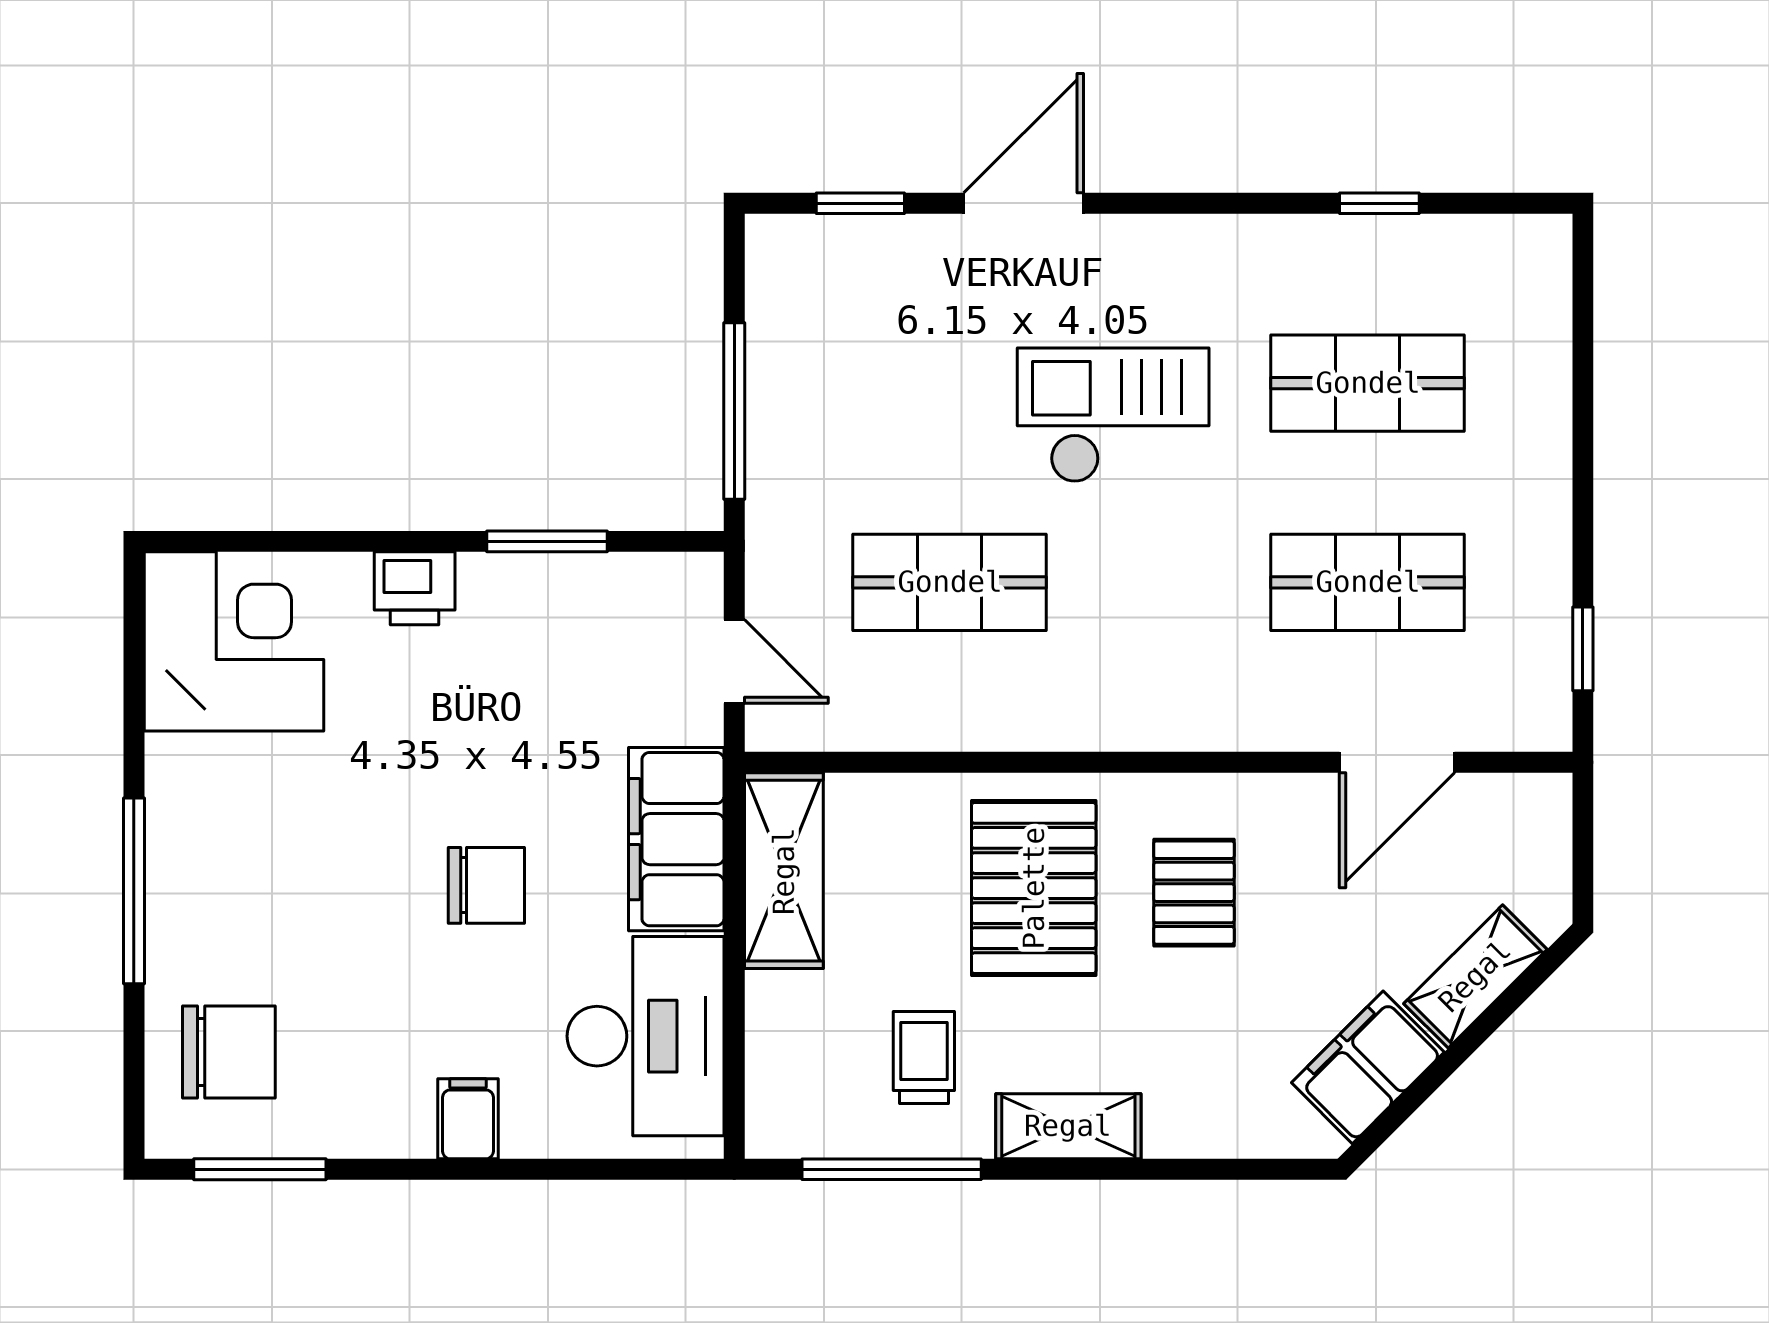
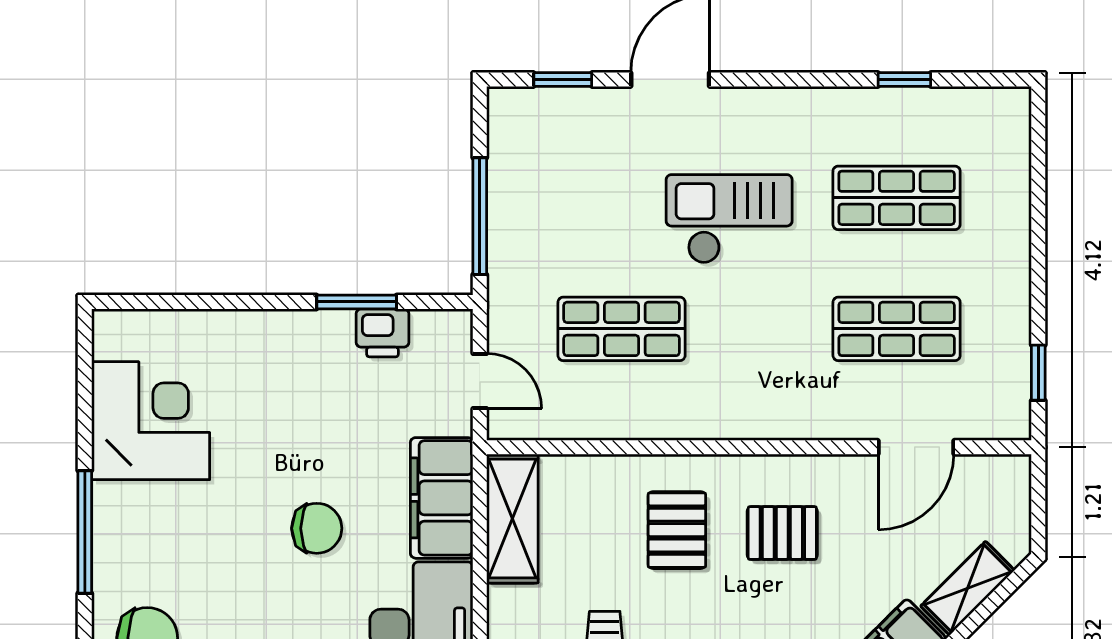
printer: (415, 588) -> (382, 333), moved
corner desk: (234, 641) -> (151, 421), moved
pallet: (1034, 888) -> (677, 530), width x0.67, depth x0.71
pallet: (1194, 893) -> (782, 533), turned 90

